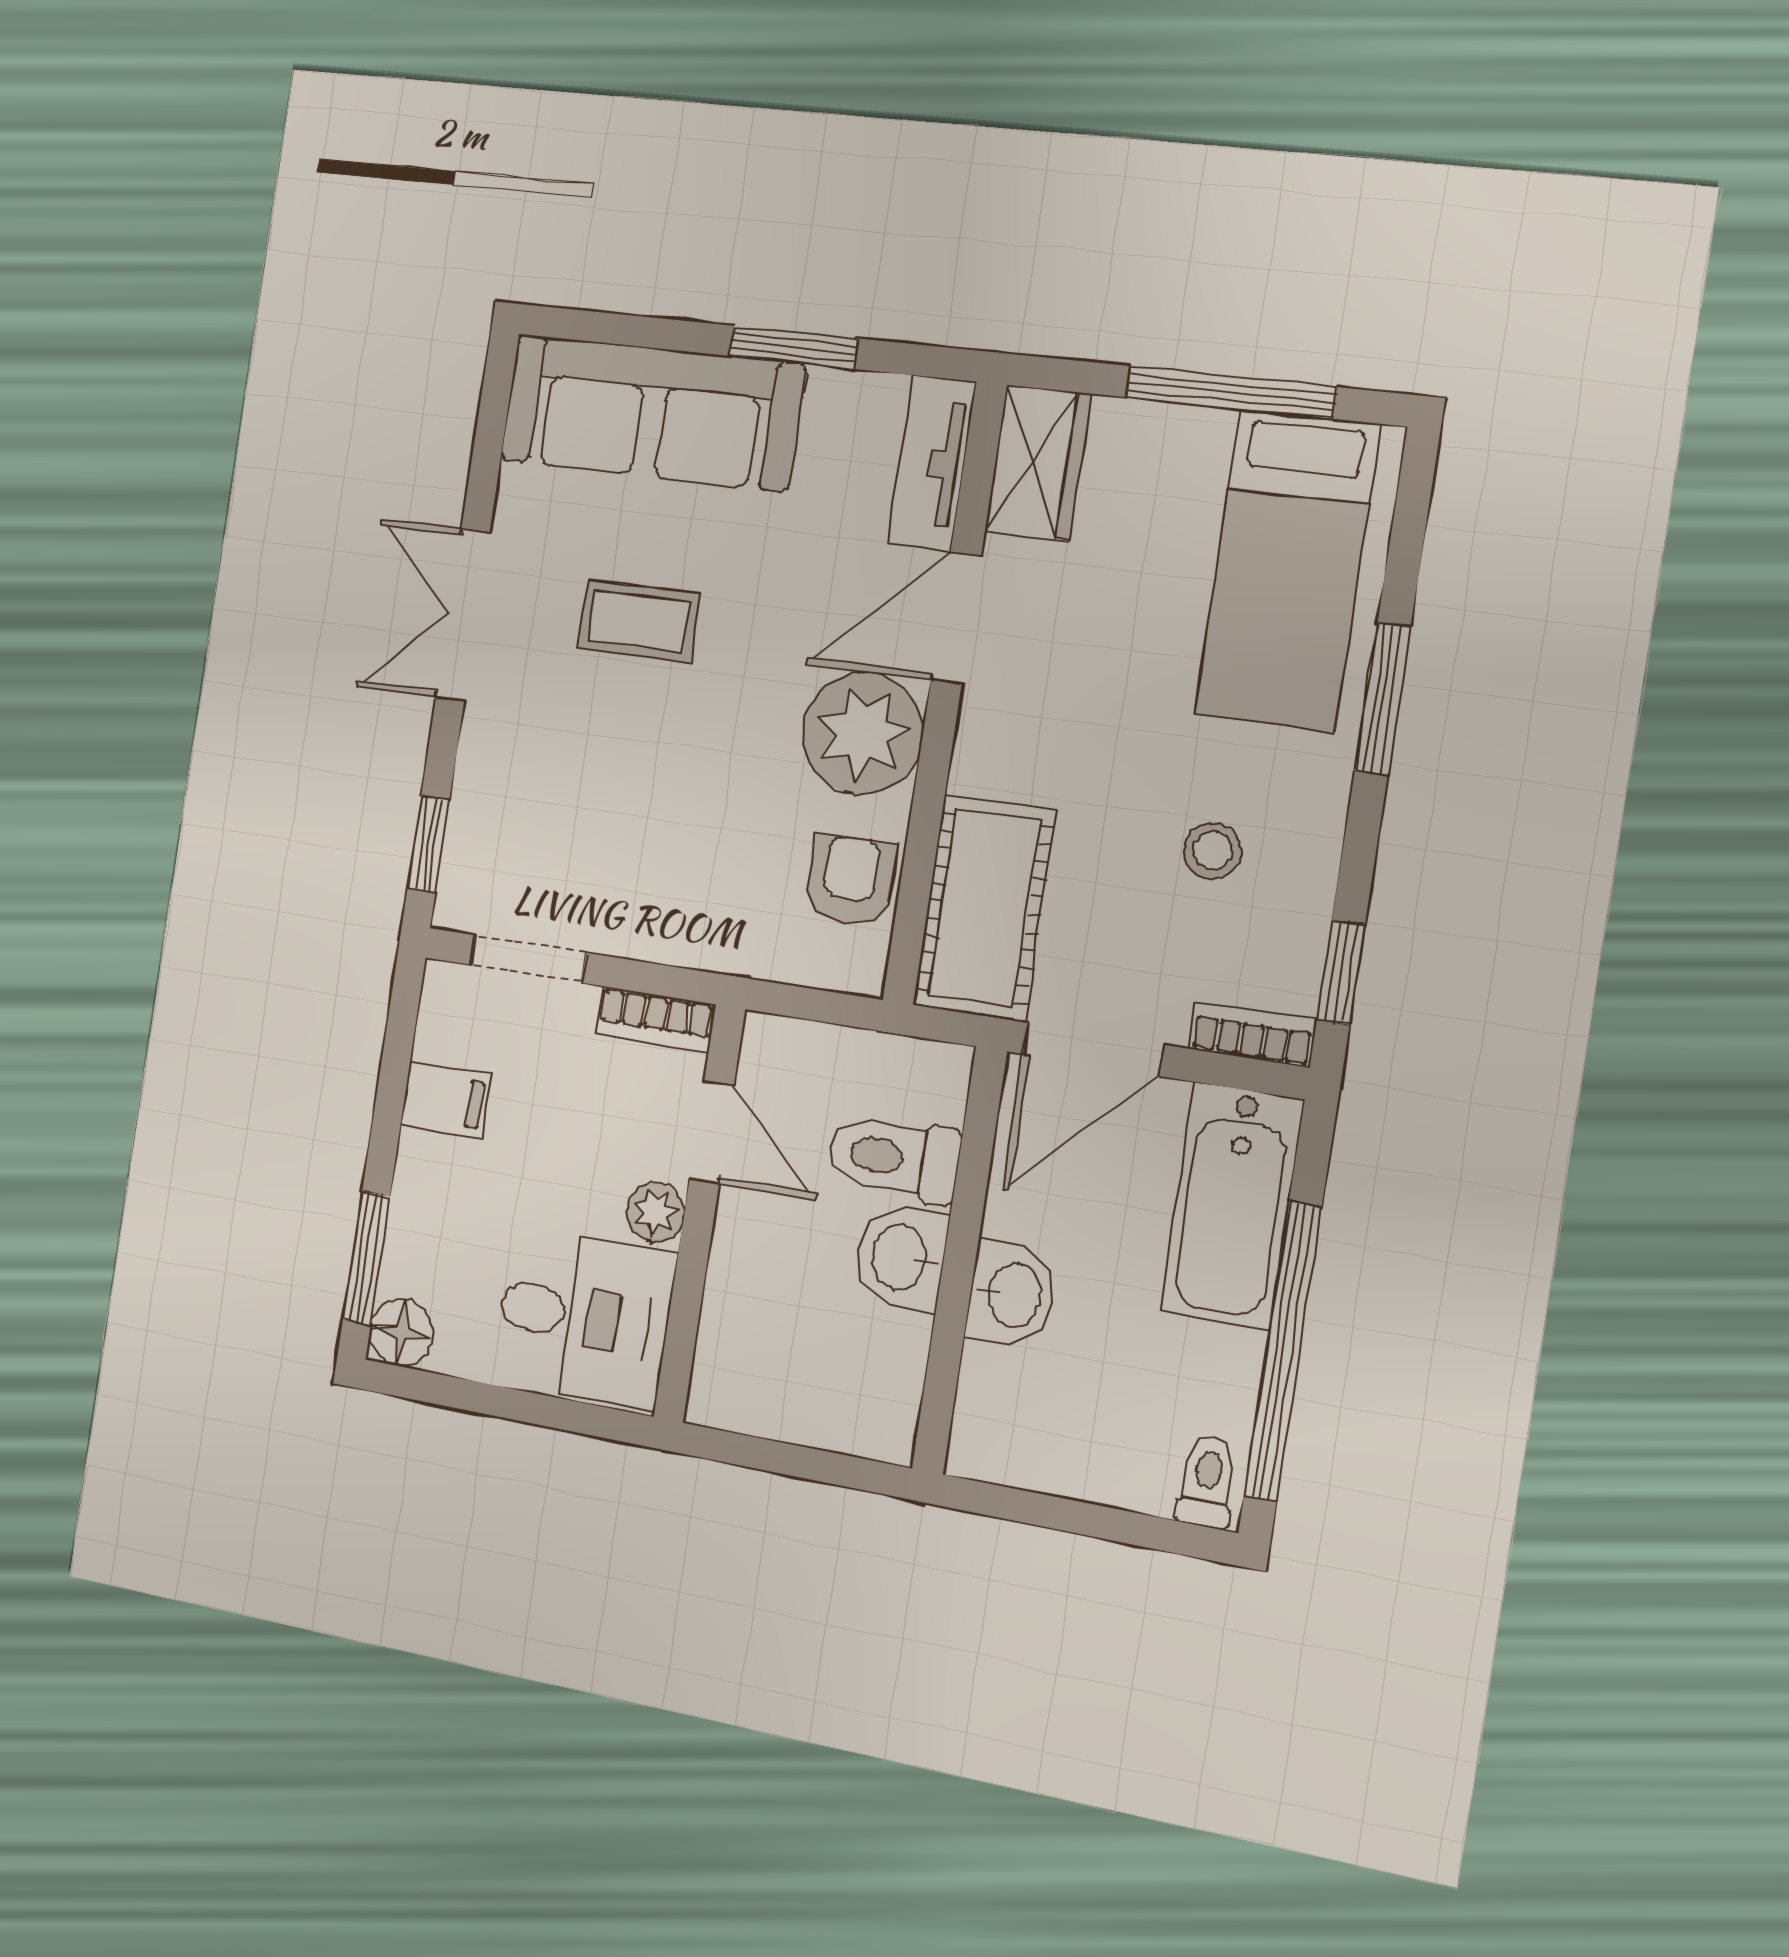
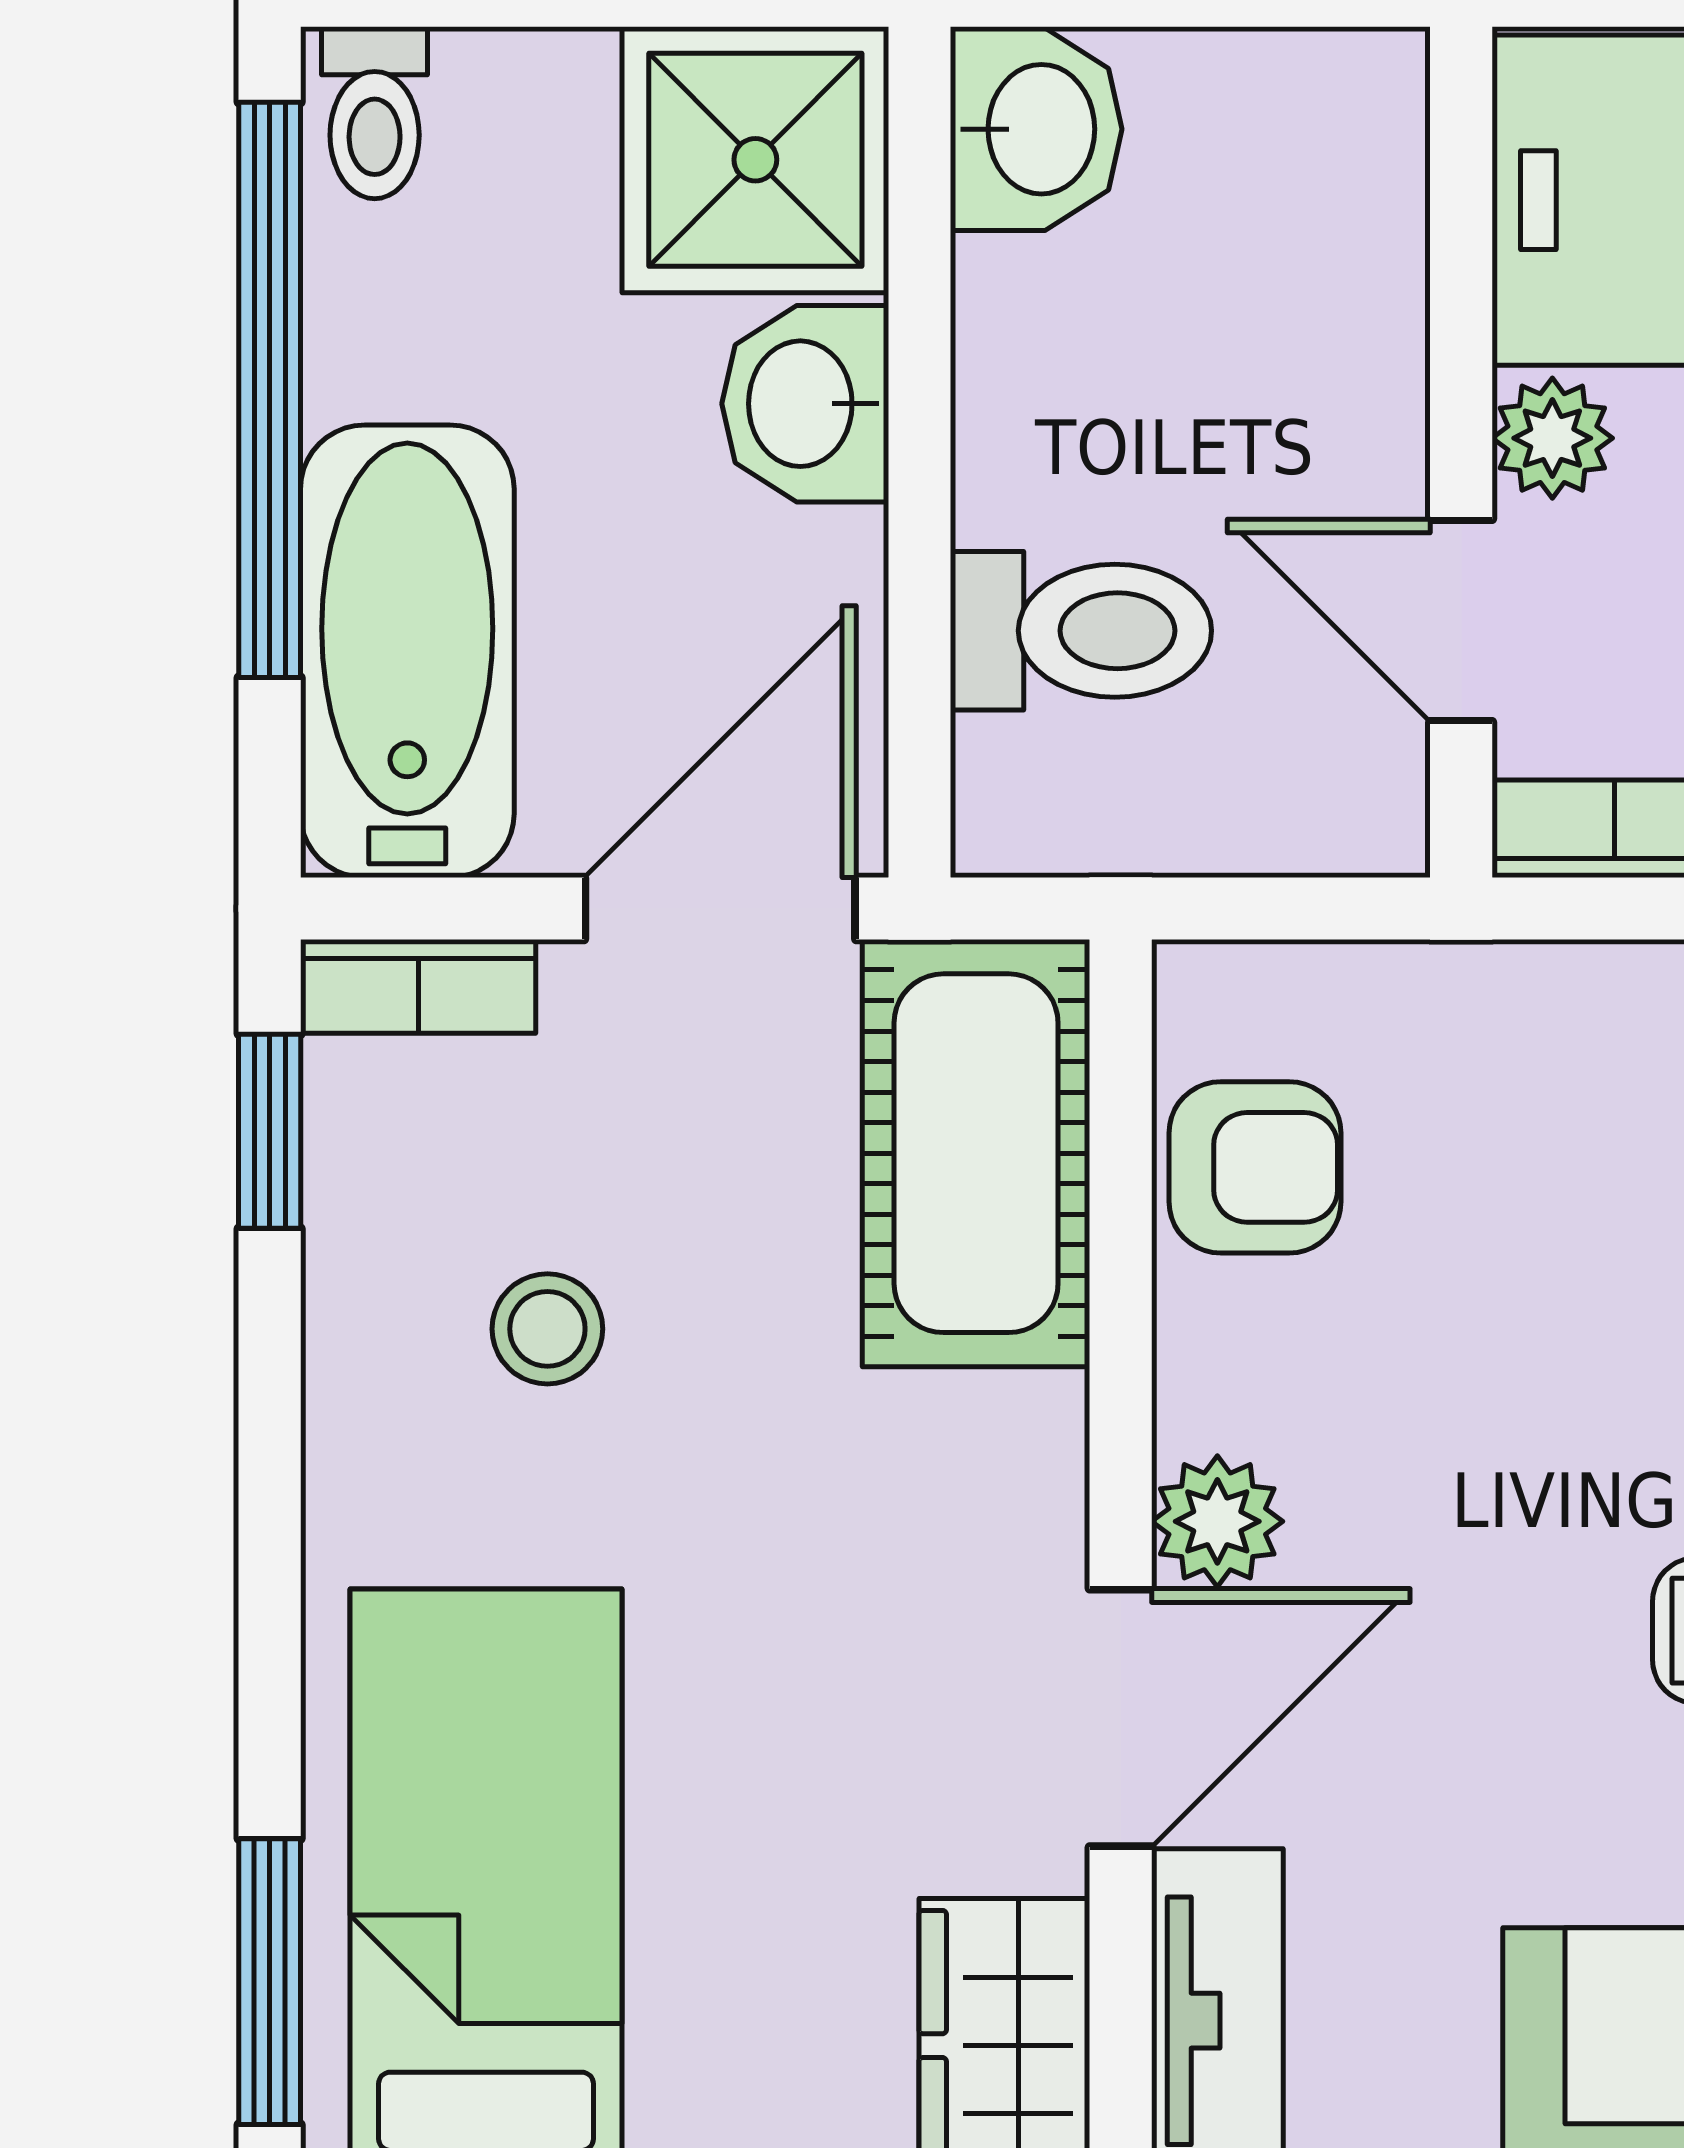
window: (1383, 699) -> (270, 1982), moved
plant: (863, 734) -> (1217, 1521), width x0.53, depth x0.53
armchair: (850, 880) -> (1255, 1167), turned -90
washbasin: (901, 1257) -> (1036, 129), moved
shower: (1018, 1421) -> (755, 160), added

